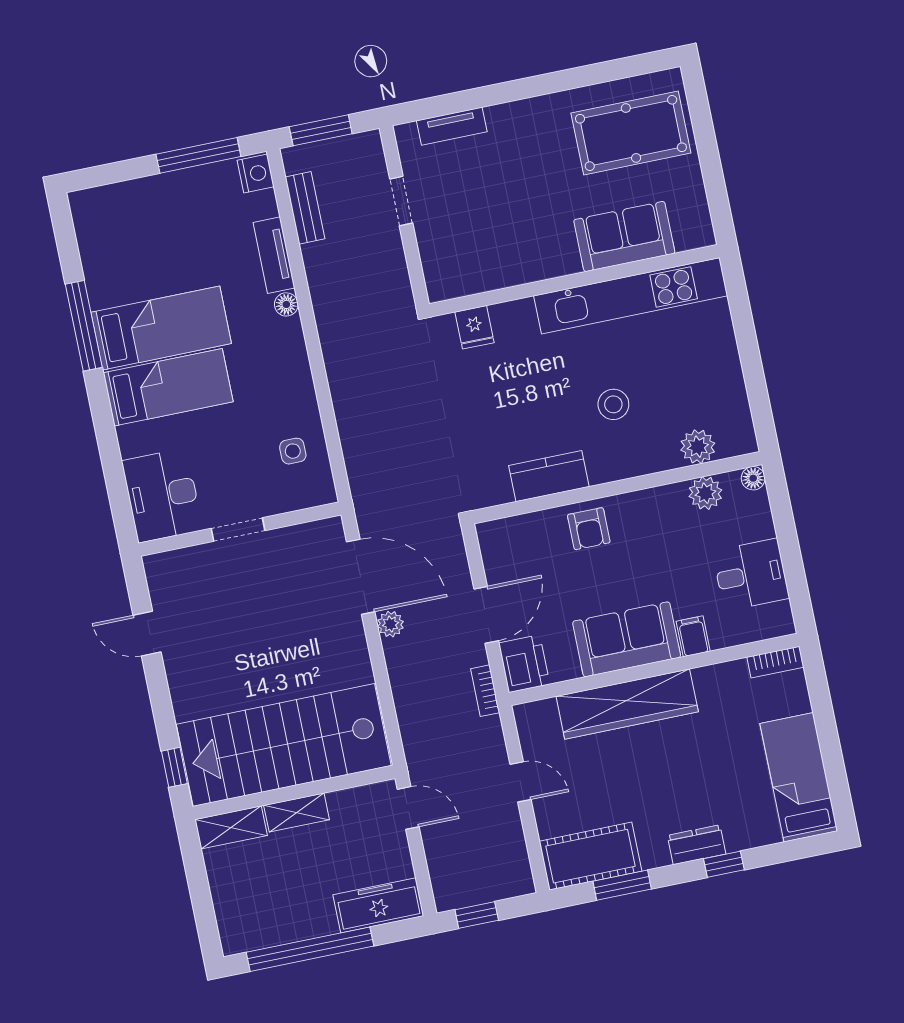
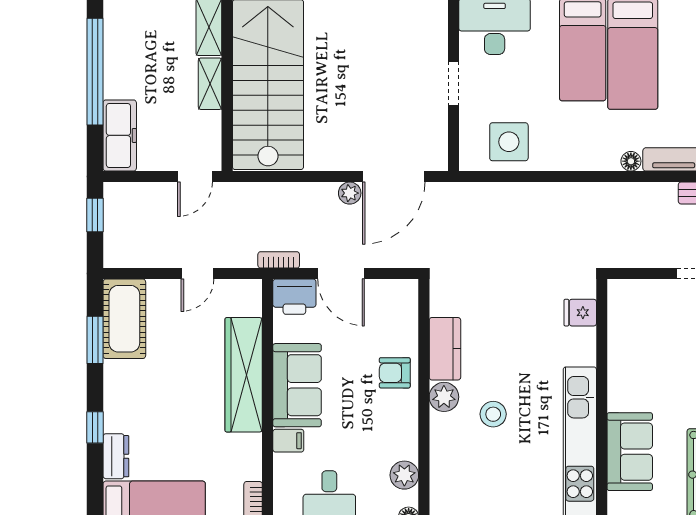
plant: (698, 447) -> (444, 397), moved
side table: (293, 451) -> (509, 142), width x1.87, depth x1.87
dresser: (697, 845) -> (116, 456), moved

